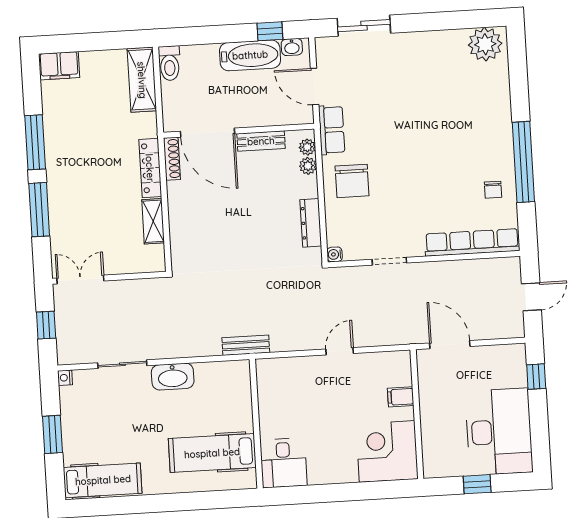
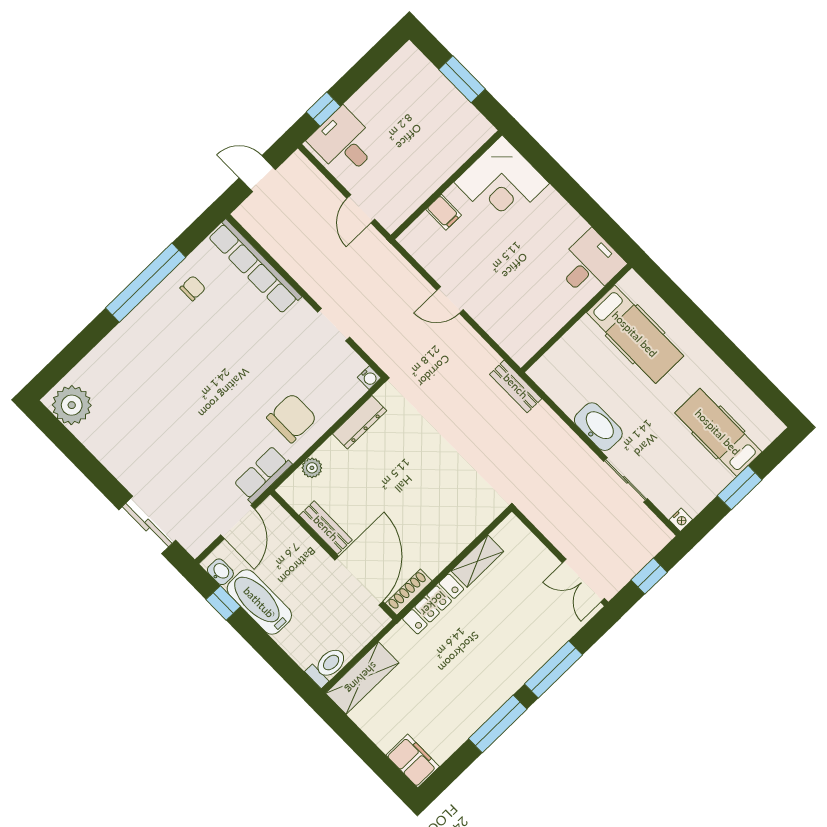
plant: (307, 147) -> (296, 483), removed
door: (450, 345) -> (361, 209), width x0.73
desk: (499, 432) -> (344, 143), moved, width x0.53, depth x0.77
hospital bed: (103, 480) -> (718, 432), moved
window: (477, 484) -> (462, 79), width x1.50

